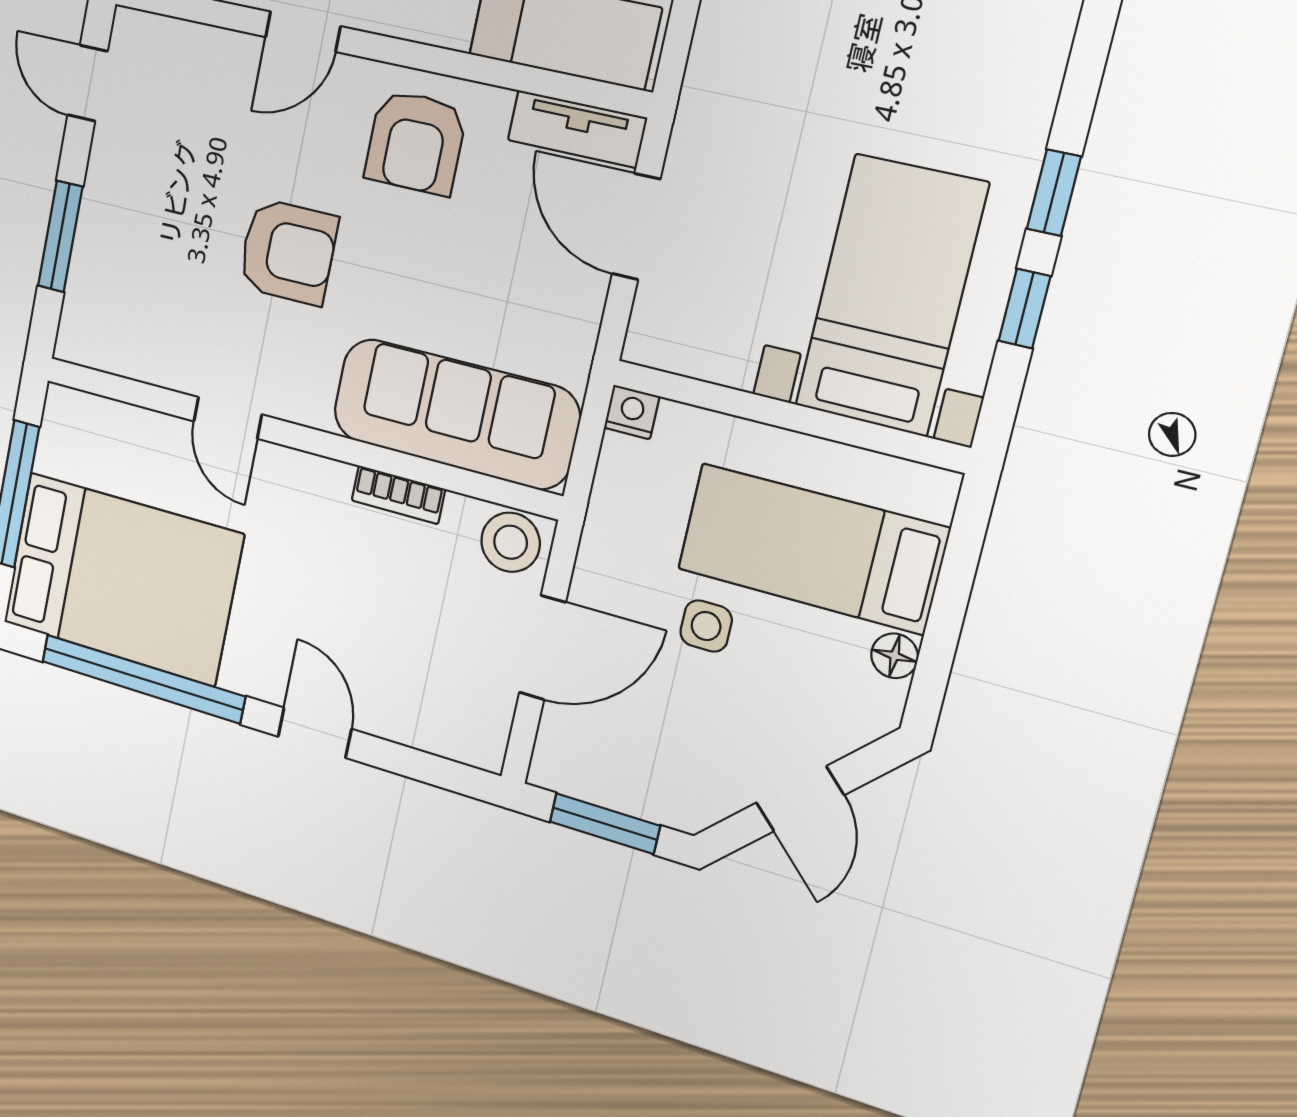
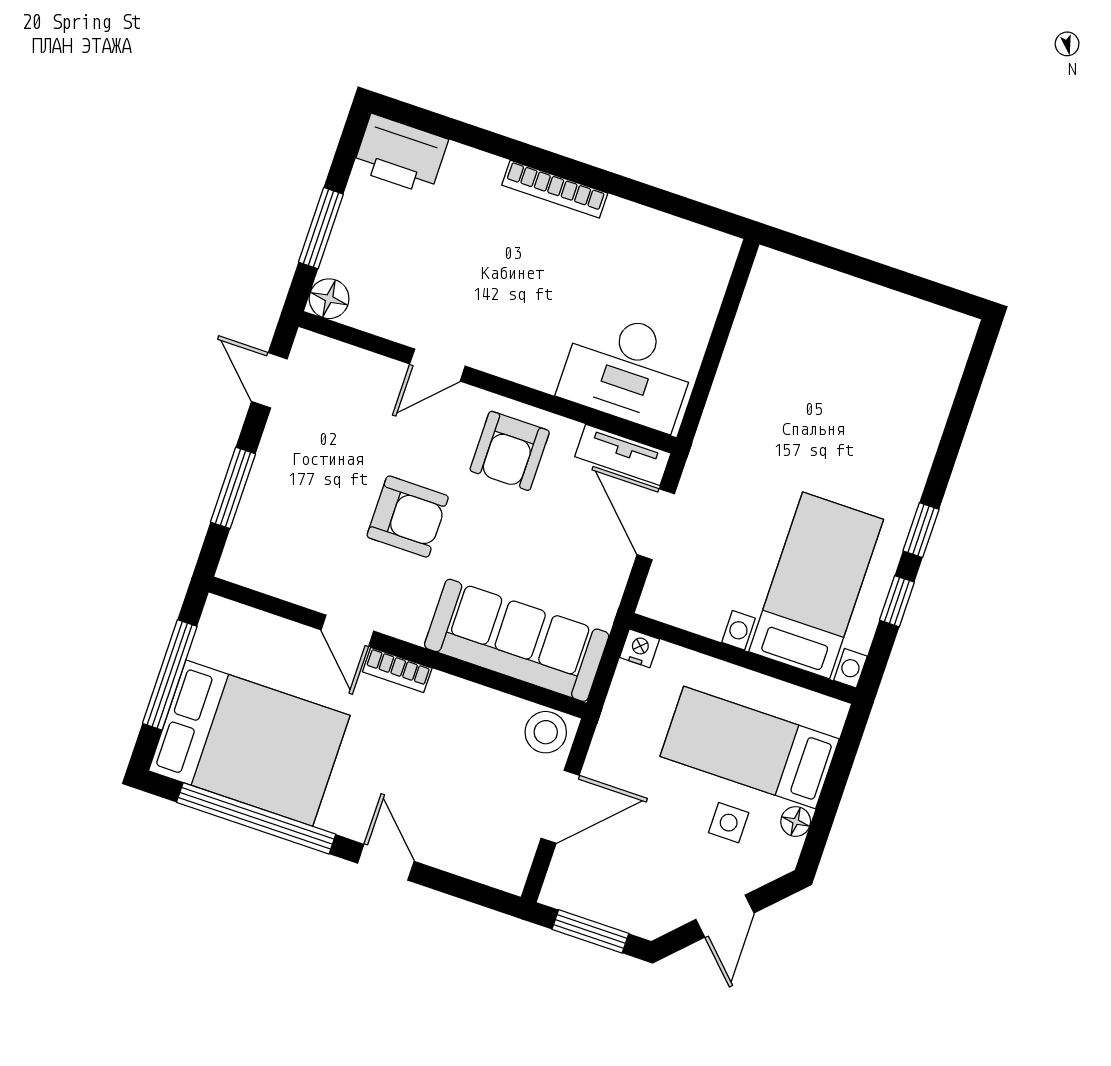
bookcase: (398, 495) -> (397, 670), moved
side table: (706, 626) -> (729, 823), moved

